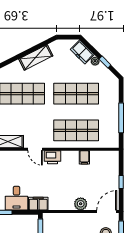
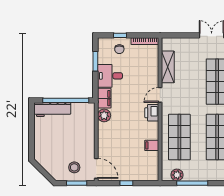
plant: (113, 133) -> (177, 175), added
plant: (81, 204) -> (104, 115), moved

